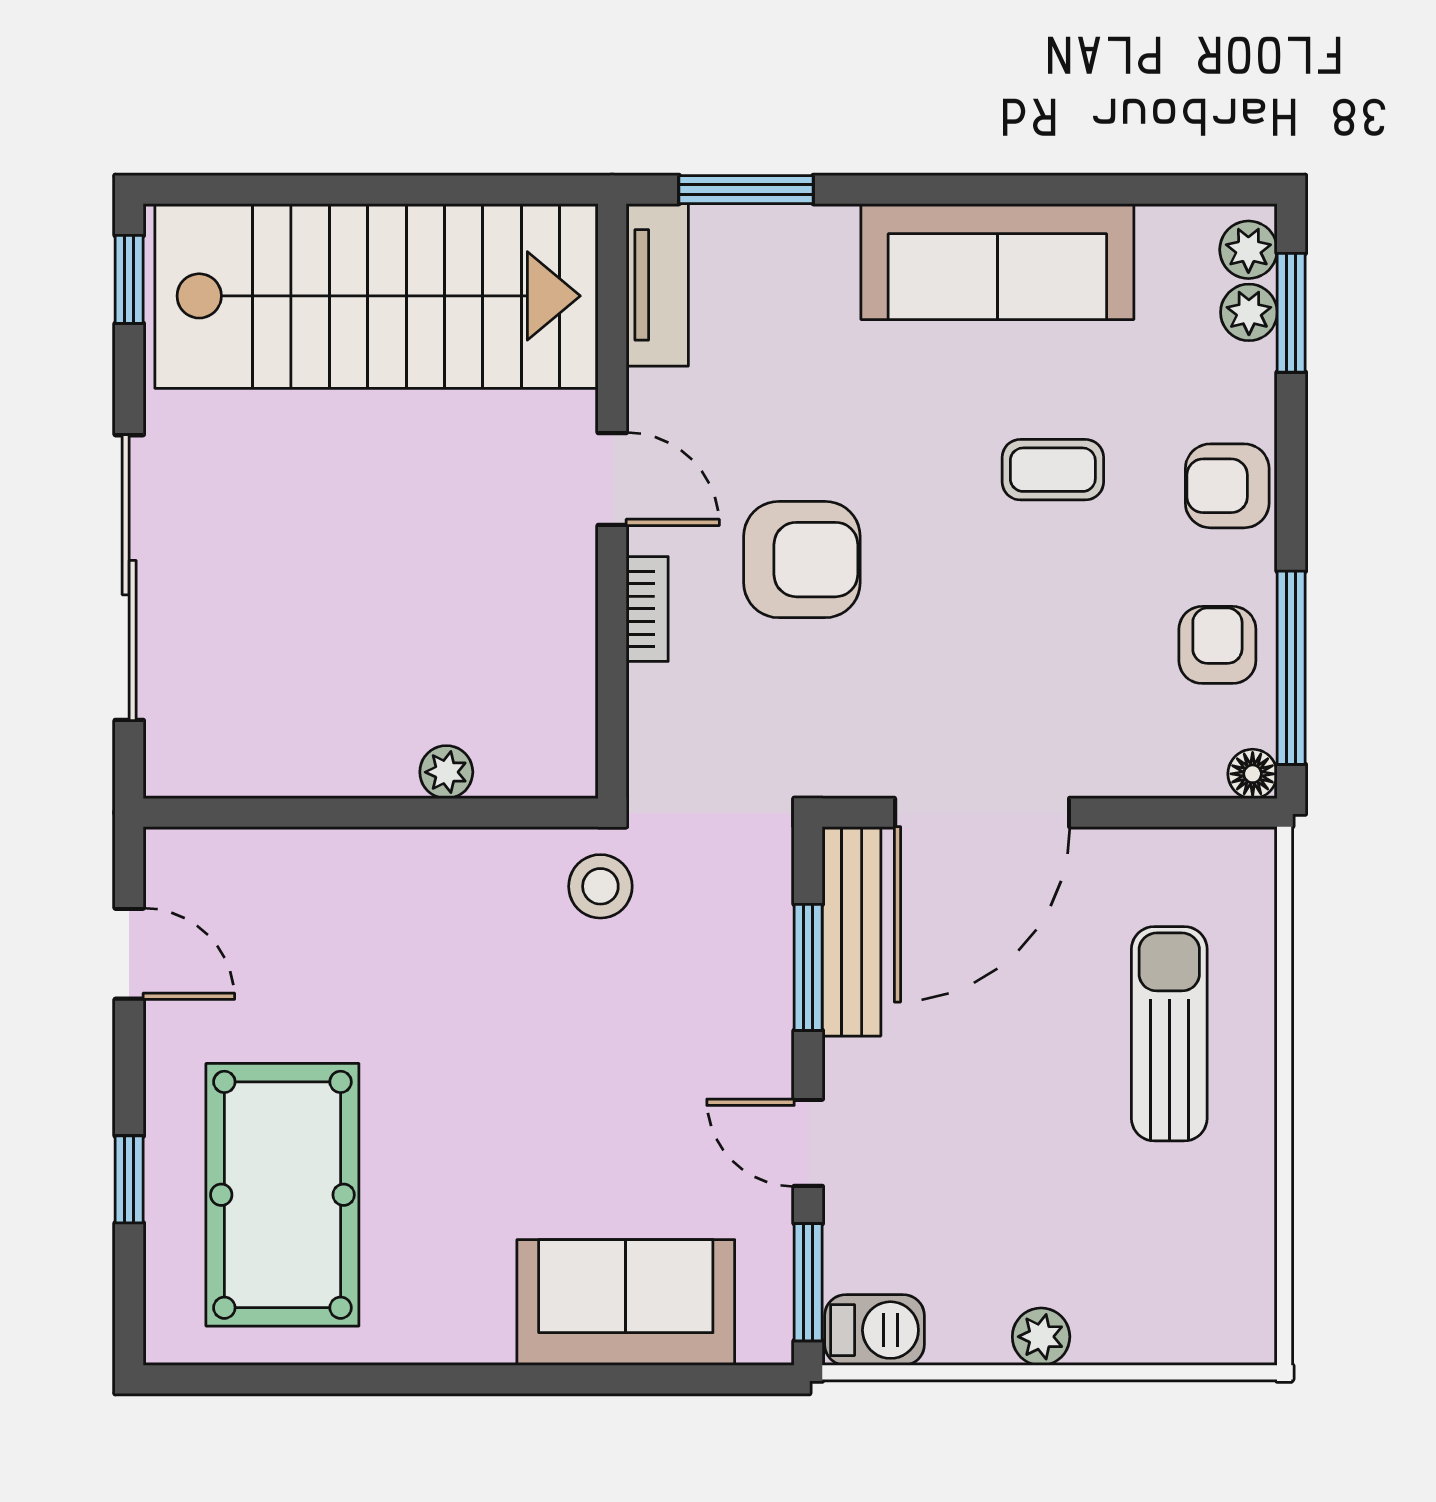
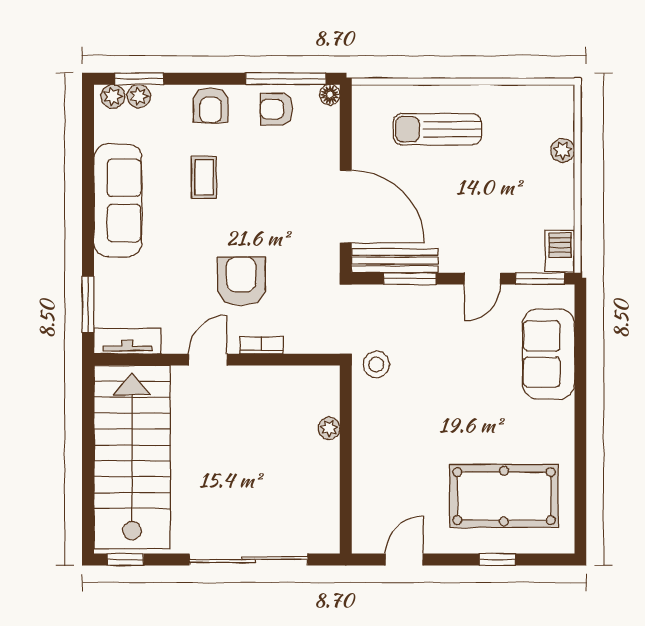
plant: (1041, 1337) -> (563, 150), moved

